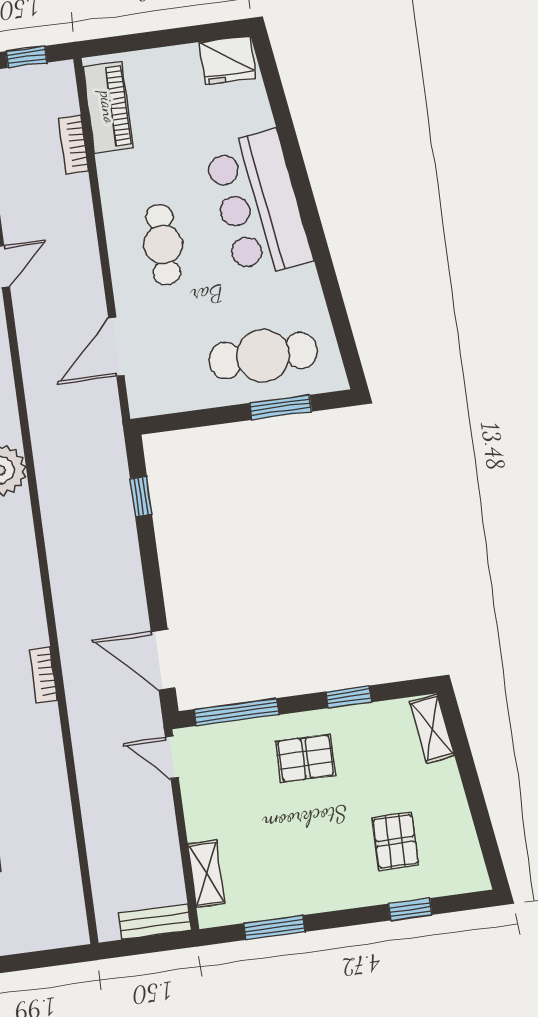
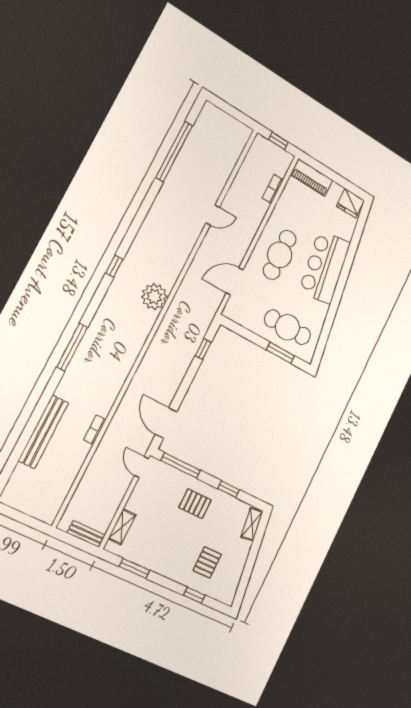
piano: (108, 107) -> (312, 178), moved, turned 90
cafe table: (163, 245) -> (280, 255), width x1.37, depth x1.35
bookcase: (43, 675) -> (95, 430), moved

